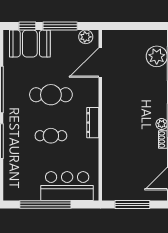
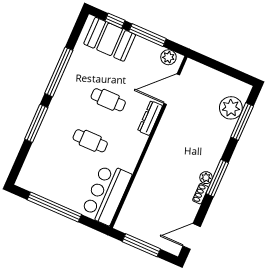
cafe table: (51, 95) -> (108, 100), width x0.73, depth x0.74
dresser: (93, 123) -> (150, 118), moved
bar counter: (67, 186) -> (107, 194), moved, turned -90

